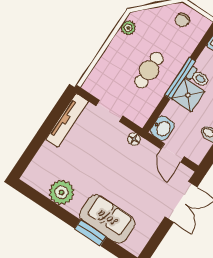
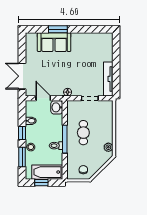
shower: (188, 95) -> (55, 133), removed
plant: (62, 192) -> (87, 40), removed

